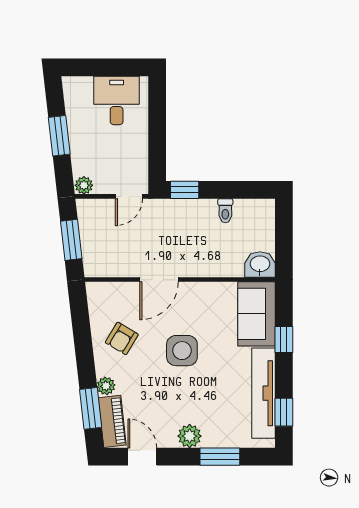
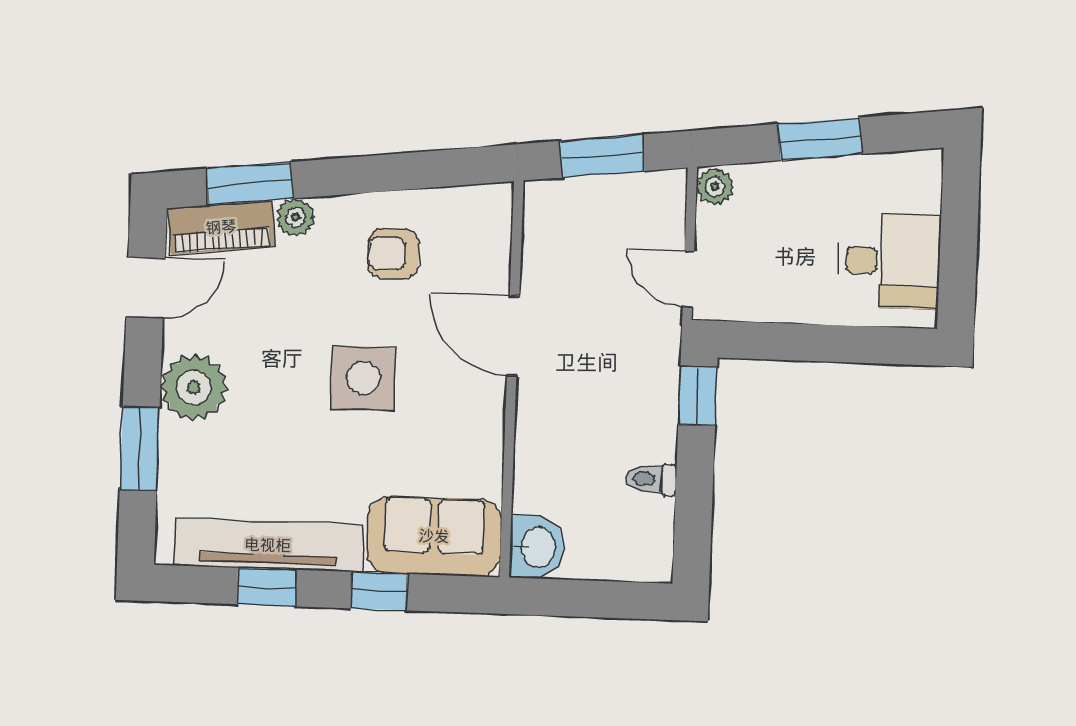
armchair: (122, 338) -> (393, 254), turned -31
window: (284, 412) -> (266, 587), moved
plant: (190, 436) -> (194, 388), width x1.36, depth x1.36

